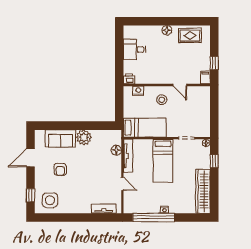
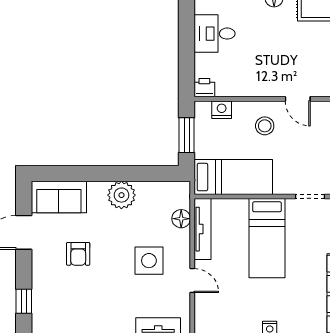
window: (119, 105) -> (187, 135), added
sofa: (60, 138) -> (59, 197), moved
side table: (50, 200) -> (149, 261), moved

